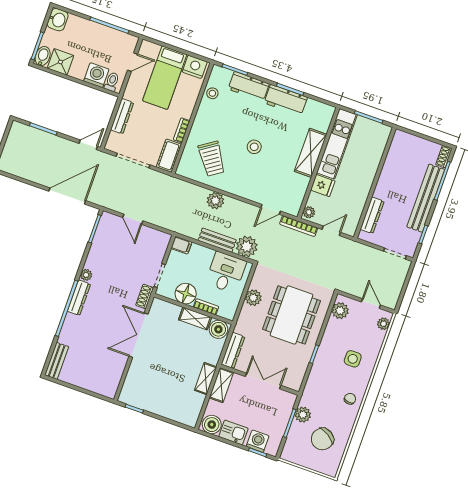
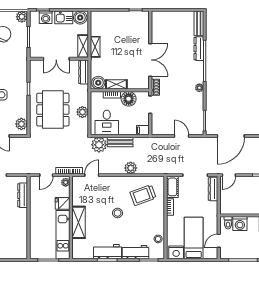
dresser: (122, 116) -> (213, 189), moved
trolley: (212, 159) -> (143, 195), turned -76
dresser: (79, 298) -> (199, 49), moved
plant: (303, 415) -> (22, 17), moved

